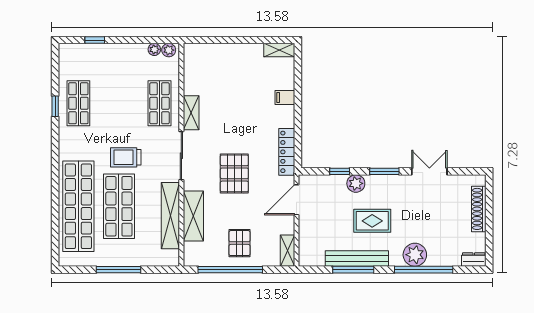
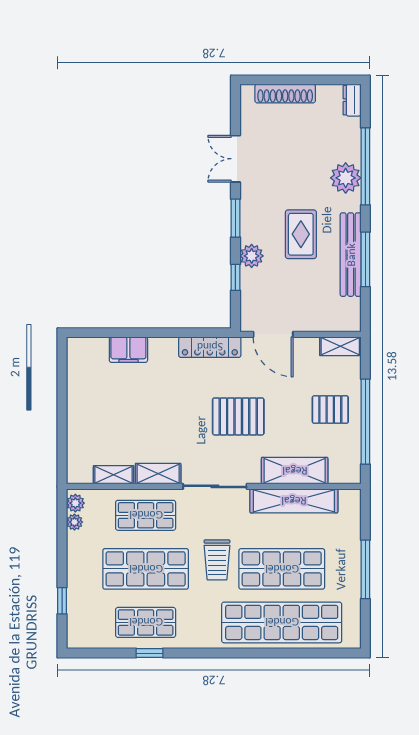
shelving: (279, 50) -> (113, 475), moved, turned 90
filing cabinet: (285, 97) -> (128, 350), width x2.00
shop shelf: (119, 103) -> (146, 569), added

